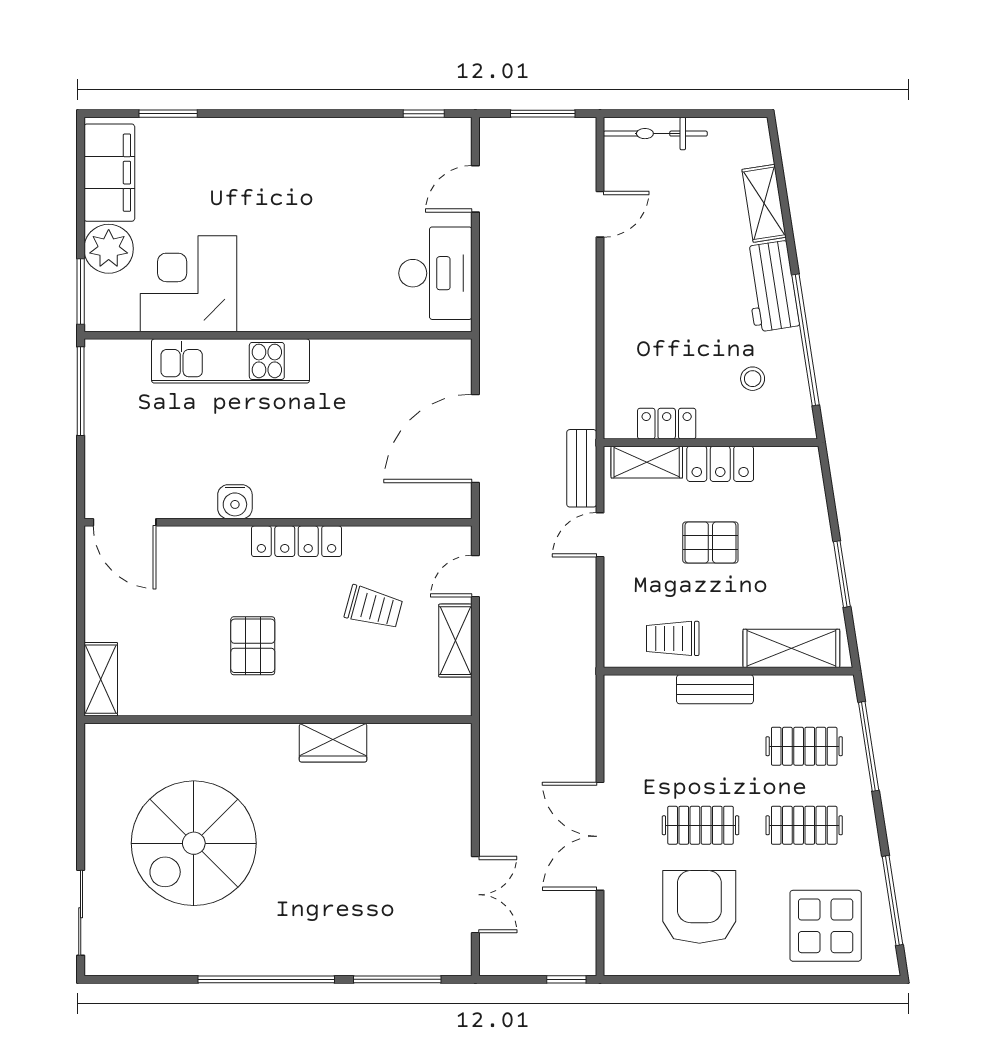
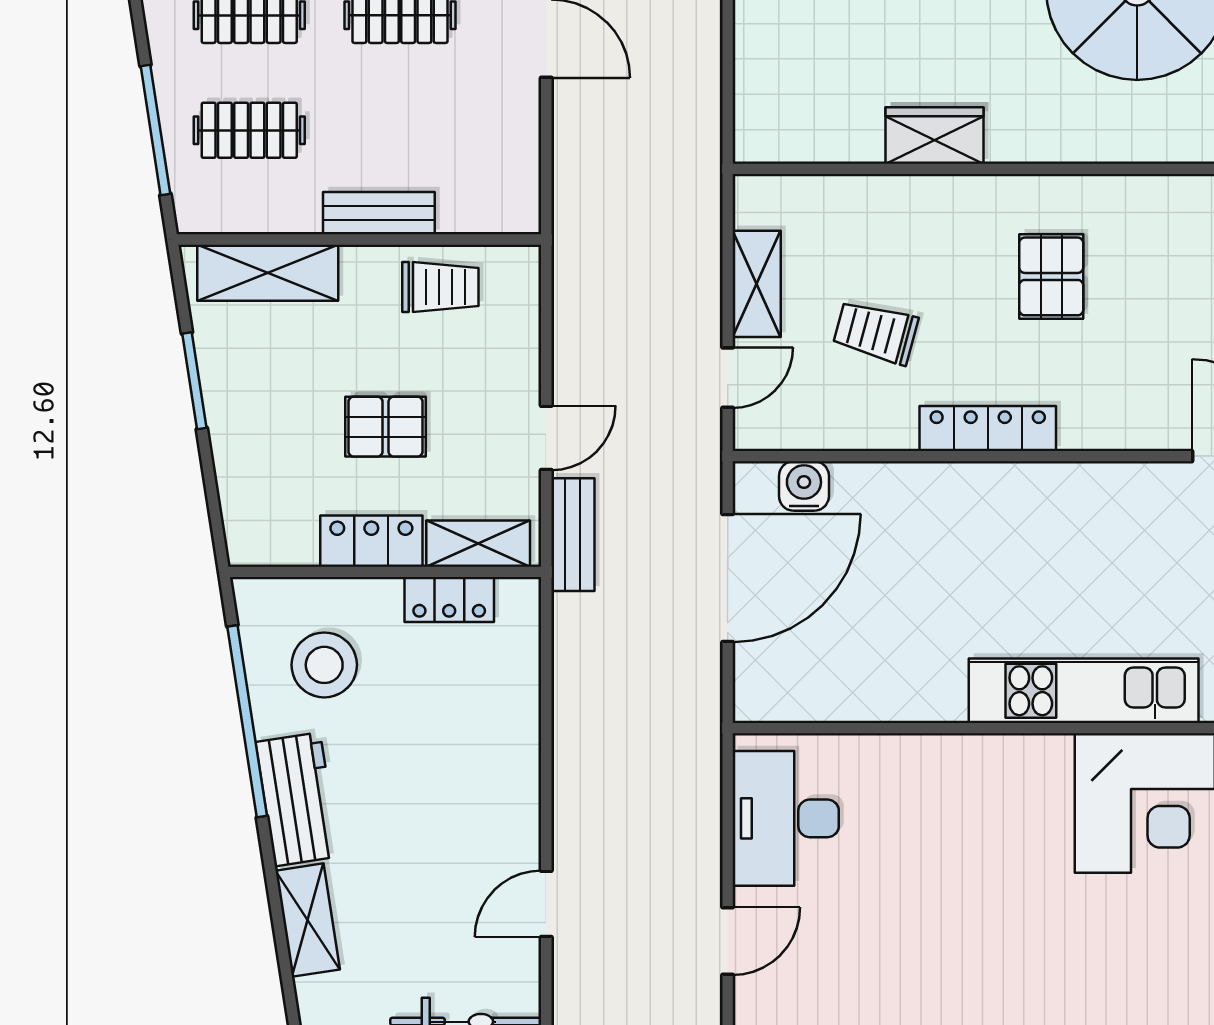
stool: (753, 379) -> (324, 665), width x1.89, depth x1.89
water cooler: (235, 502) -> (804, 486), moved

